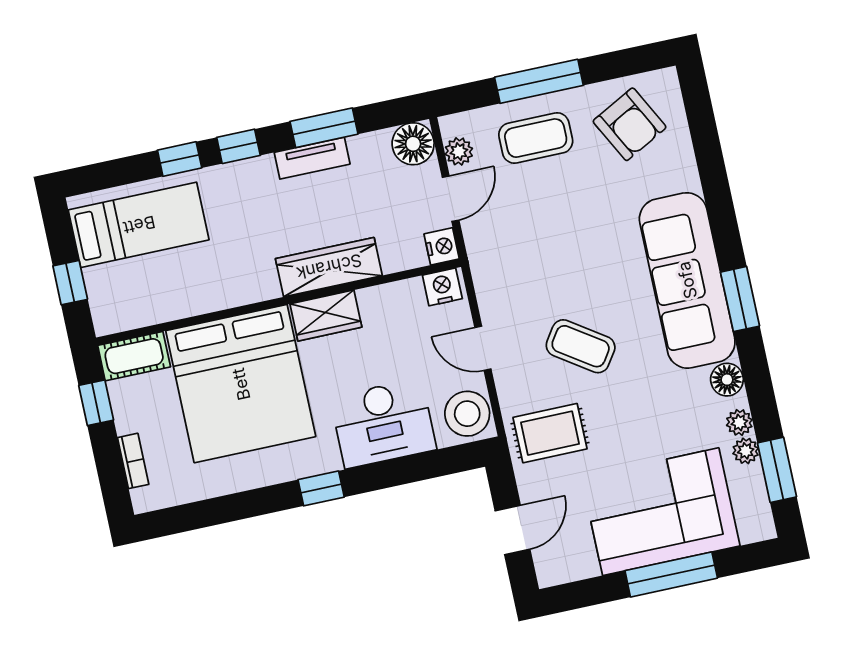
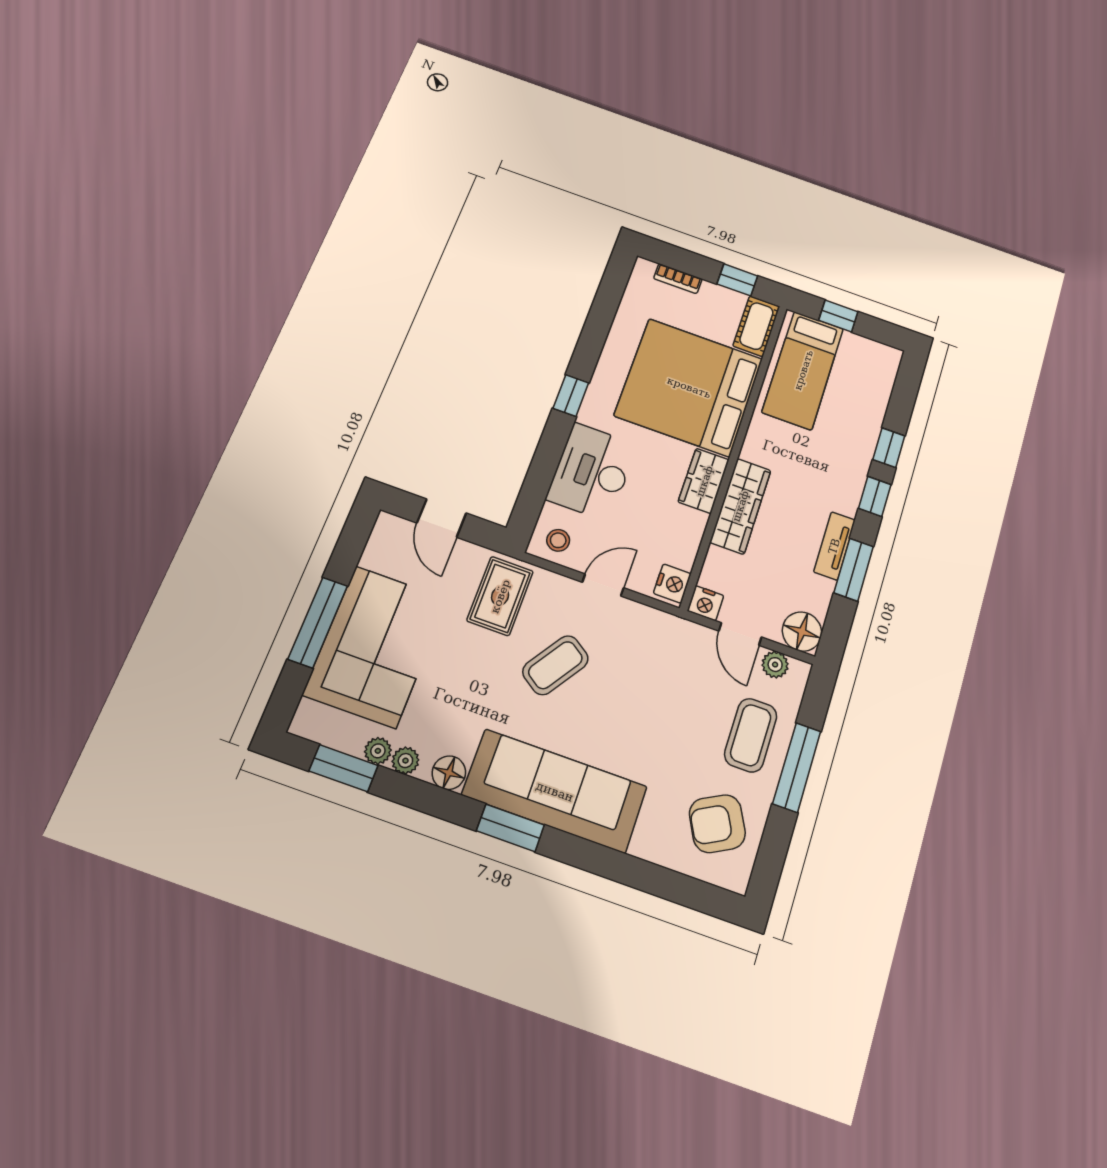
bed: (139, 225) -> (803, 370), moved
stool: (467, 414) -> (558, 540), width x0.53, depth x0.53

